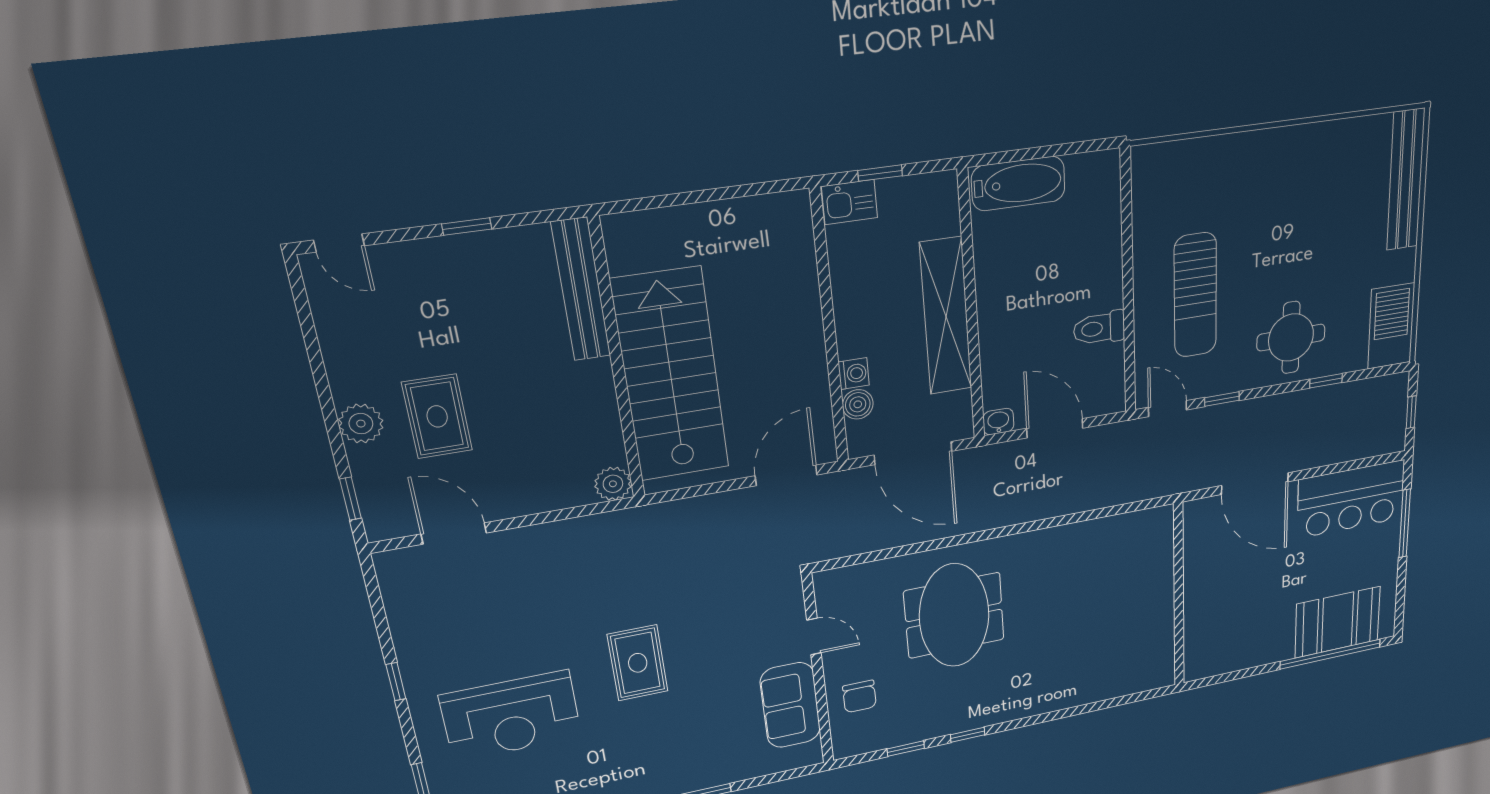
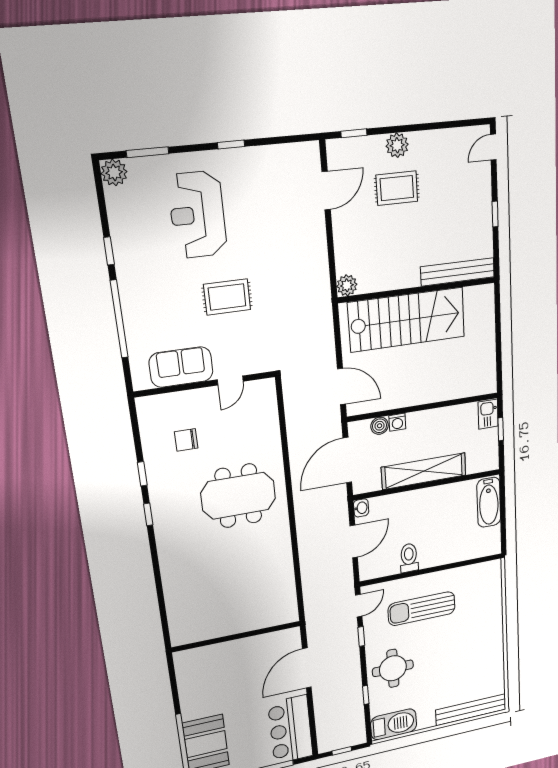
door: (814, 636) -> (230, 381), moved
wall: (818, 670) -> (205, 384), moved
sofa: (790, 705) -> (181, 367), moved

